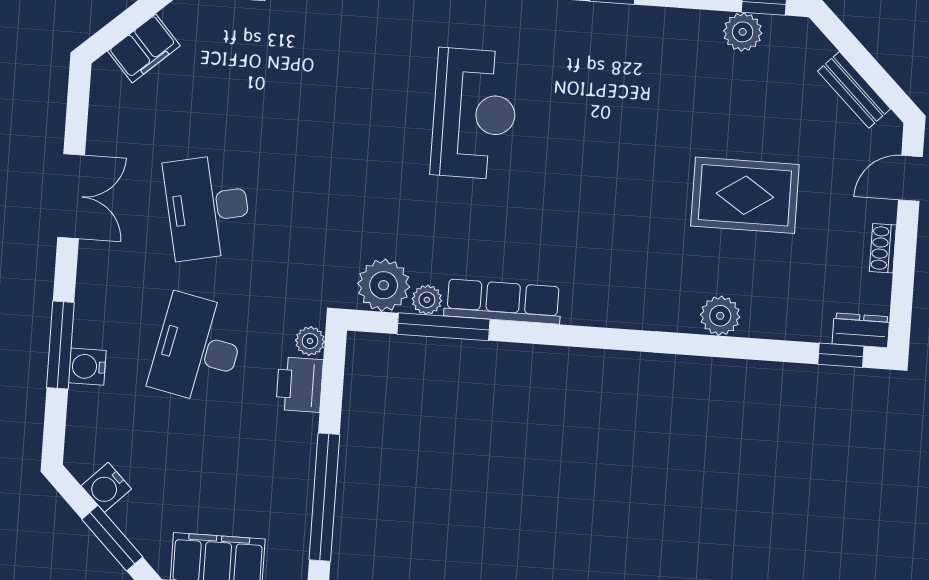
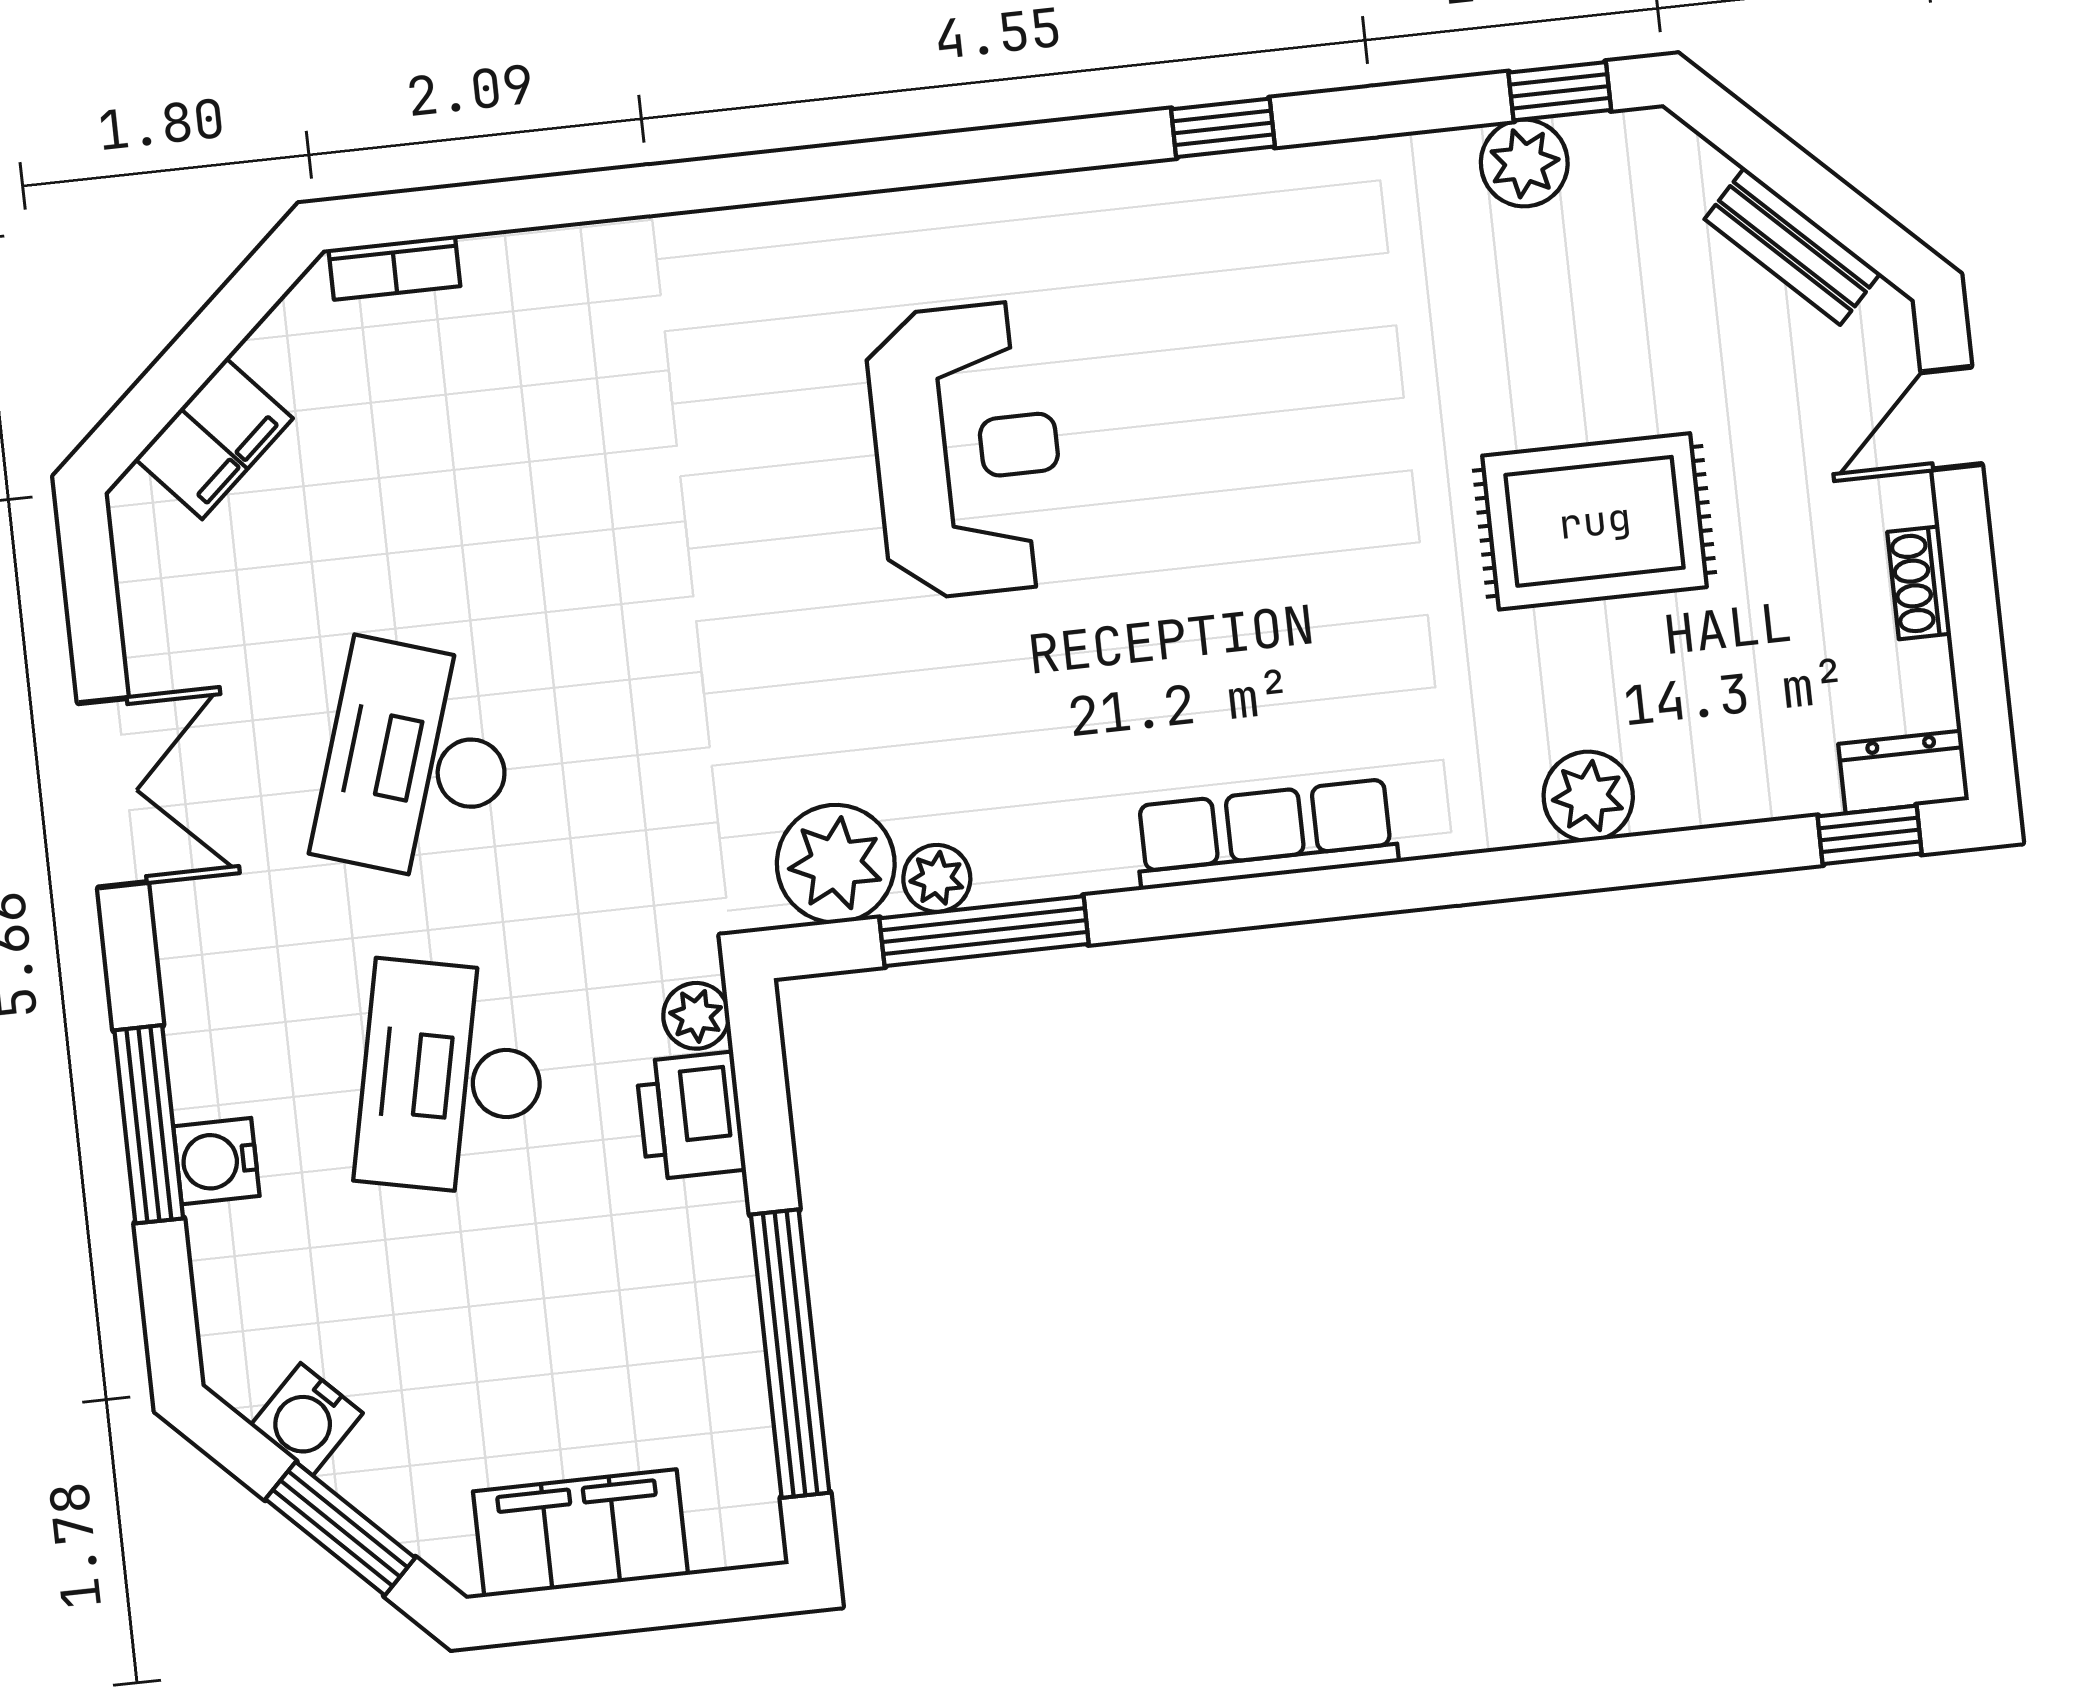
desk: (208, 207) -> (418, 762), turned 30
row of seats: (503, 301) -> (1266, 834), moved

